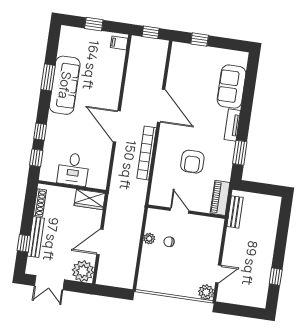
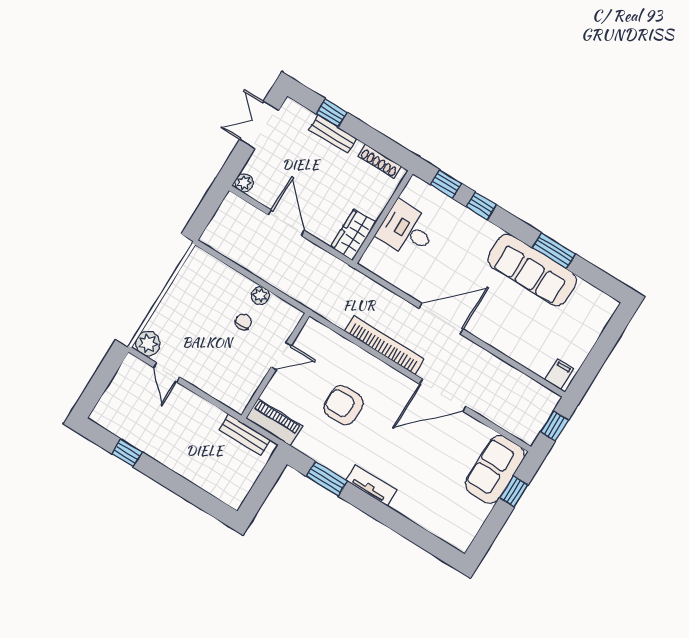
window: (94, 24) -> (602, 350), removed
sofa: (232, 87) -> (495, 469), moved, turned -90
bench: (36, 237) -> (333, 134), width x0.73
plant: (83, 271) -> (244, 183), width x0.53, depth x0.53

